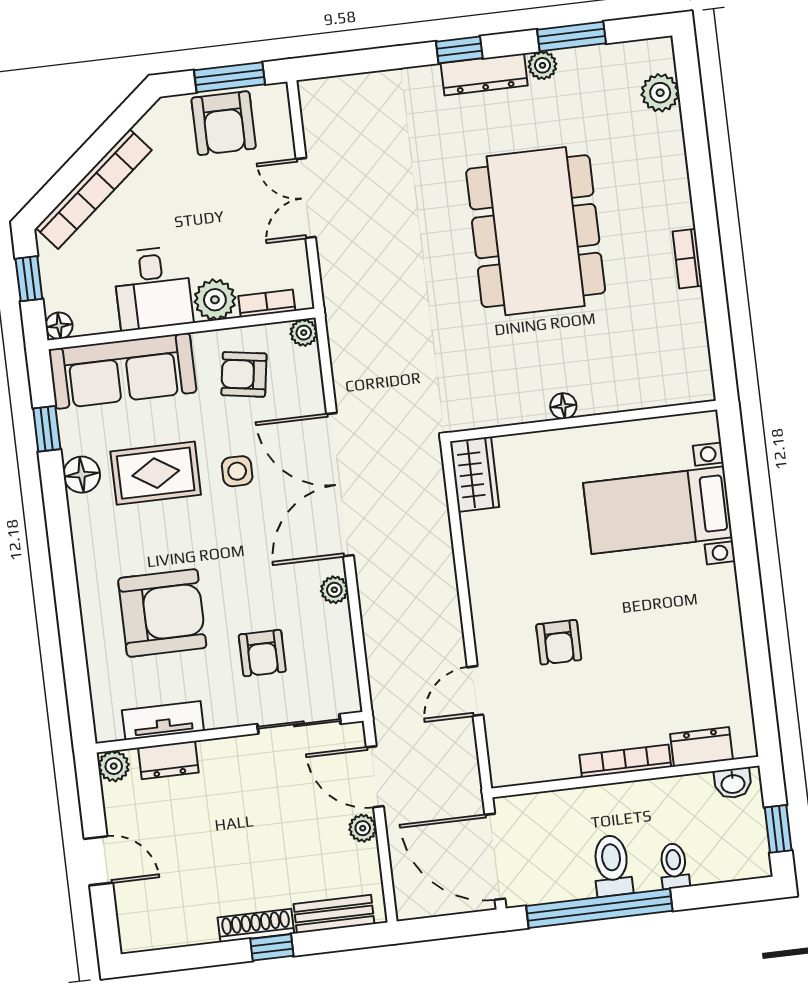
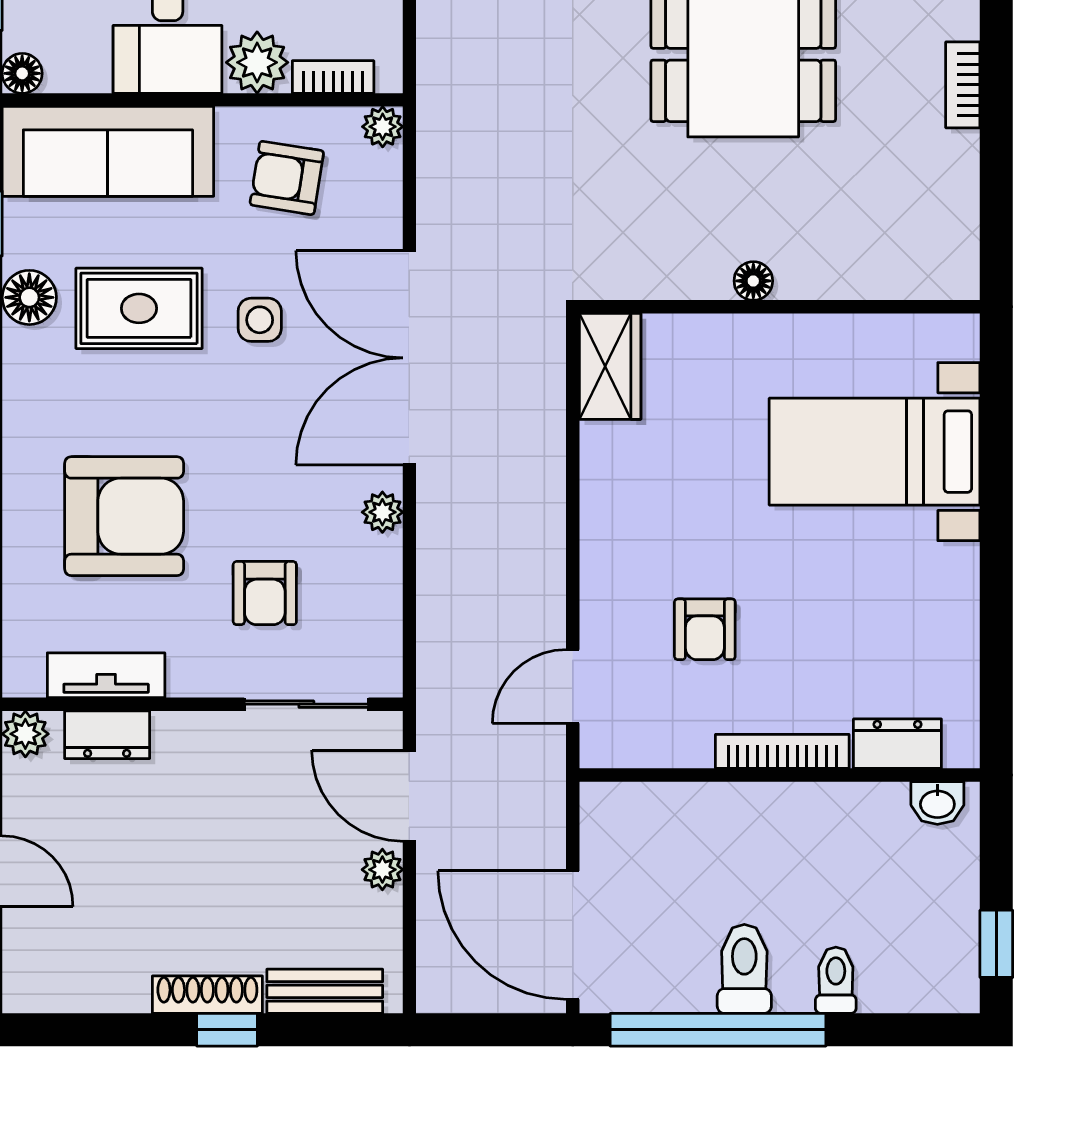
dresser: (701, 747) -> (897, 744), moved
bookcase: (625, 761) -> (782, 751), moved
wall: (625, 777) -> (780, 775), moved
washbasin: (733, 783) -> (937, 803), moved

